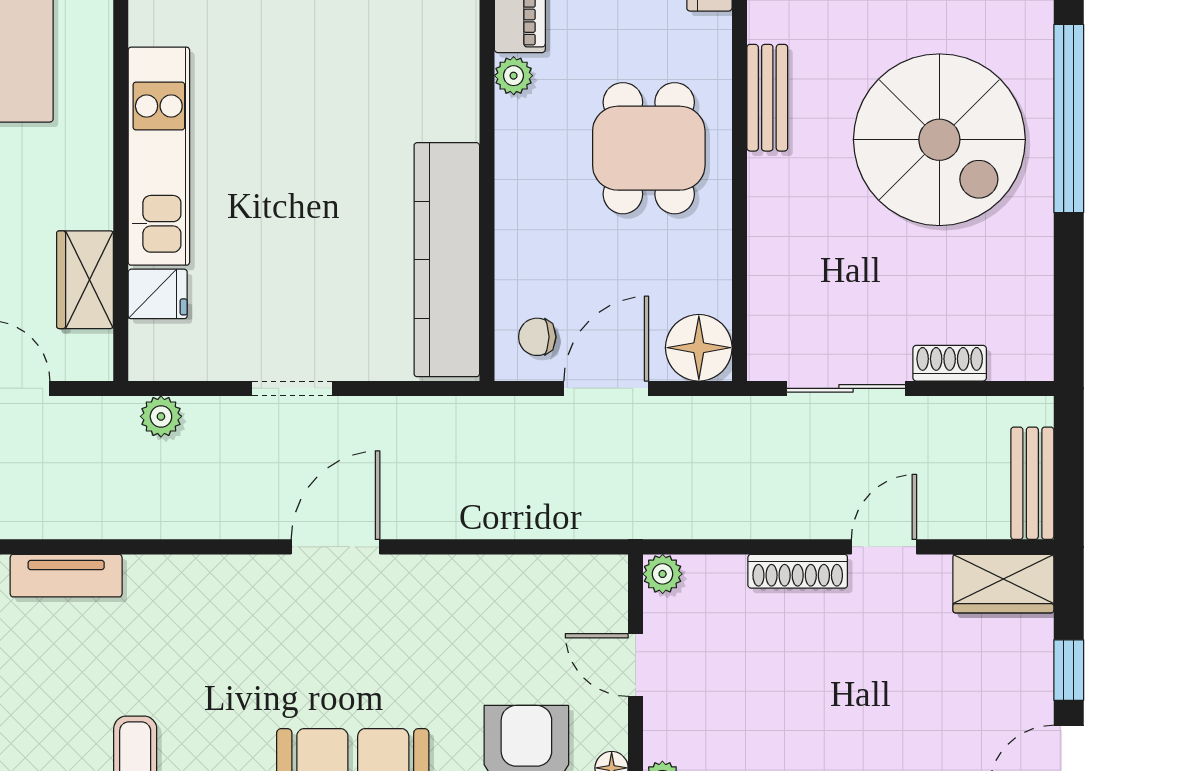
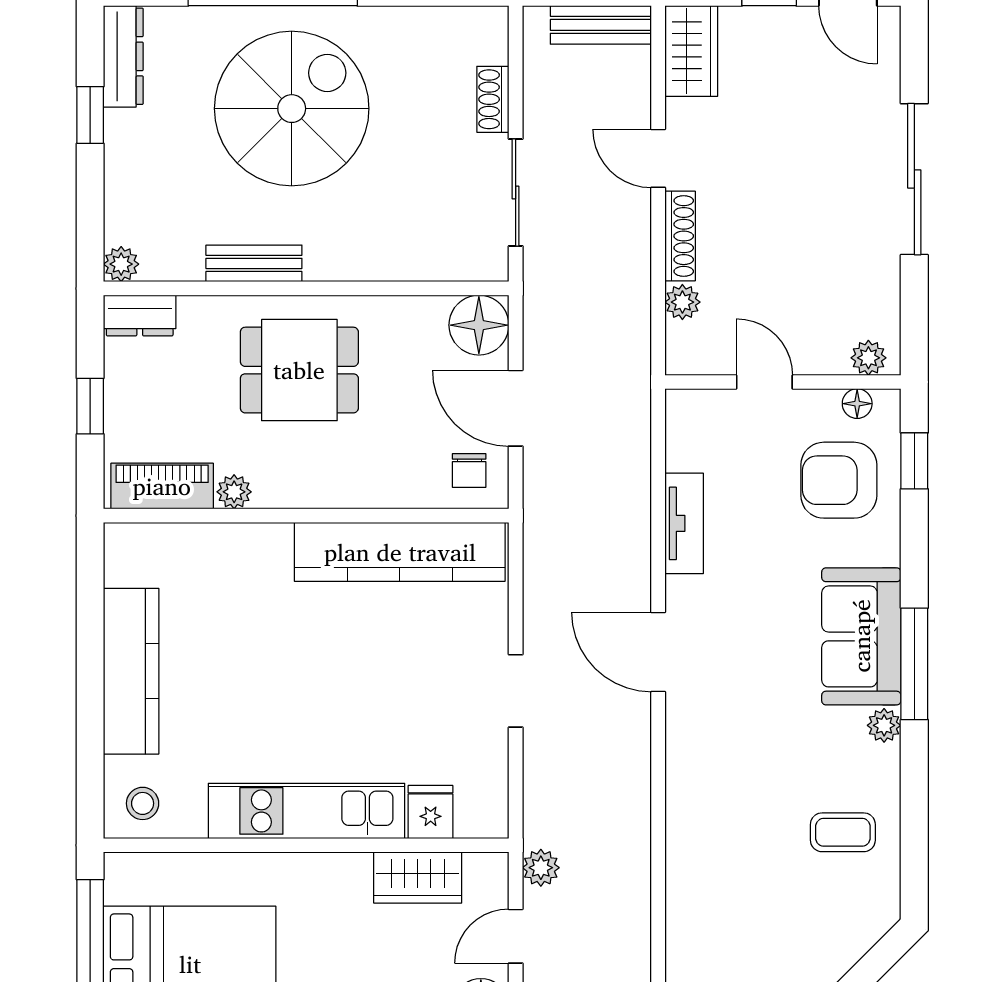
plant: (161, 416) -> (541, 868), moved
plant: (663, 574) -> (682, 302), moved
tv unit: (66, 576) -> (684, 523), moved
door: (636, 665) -> (764, 382), swing flipped

